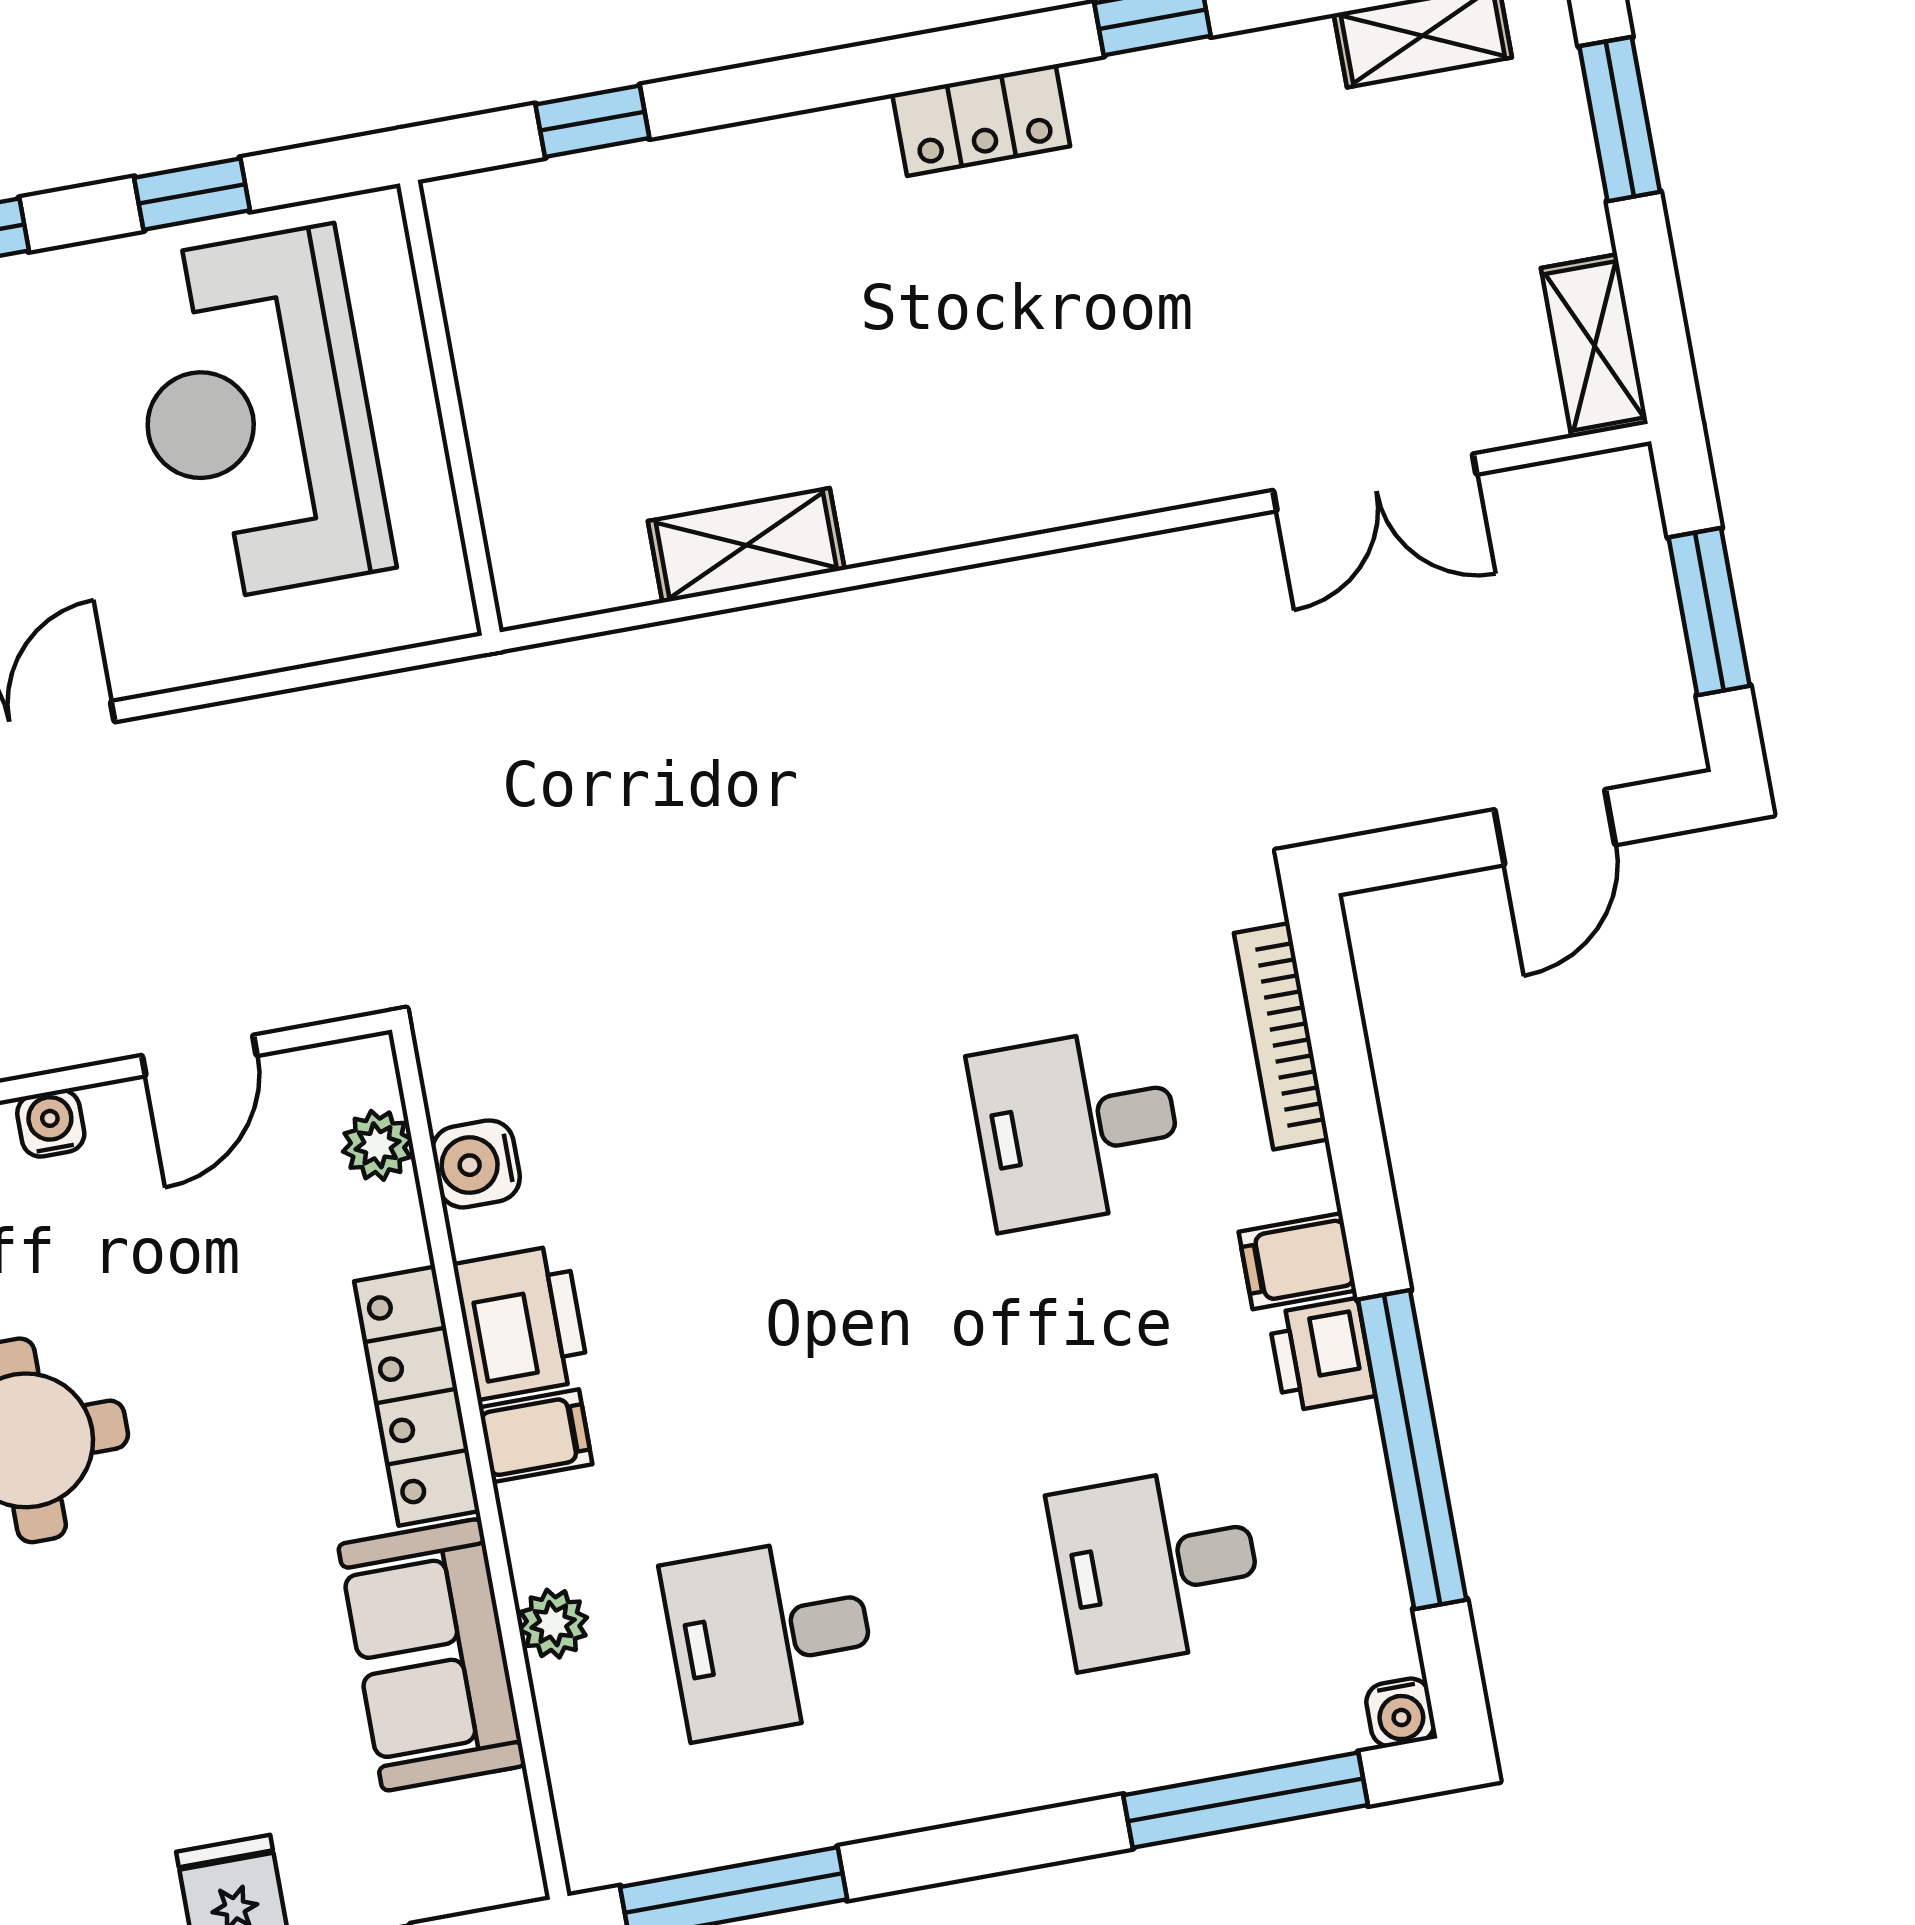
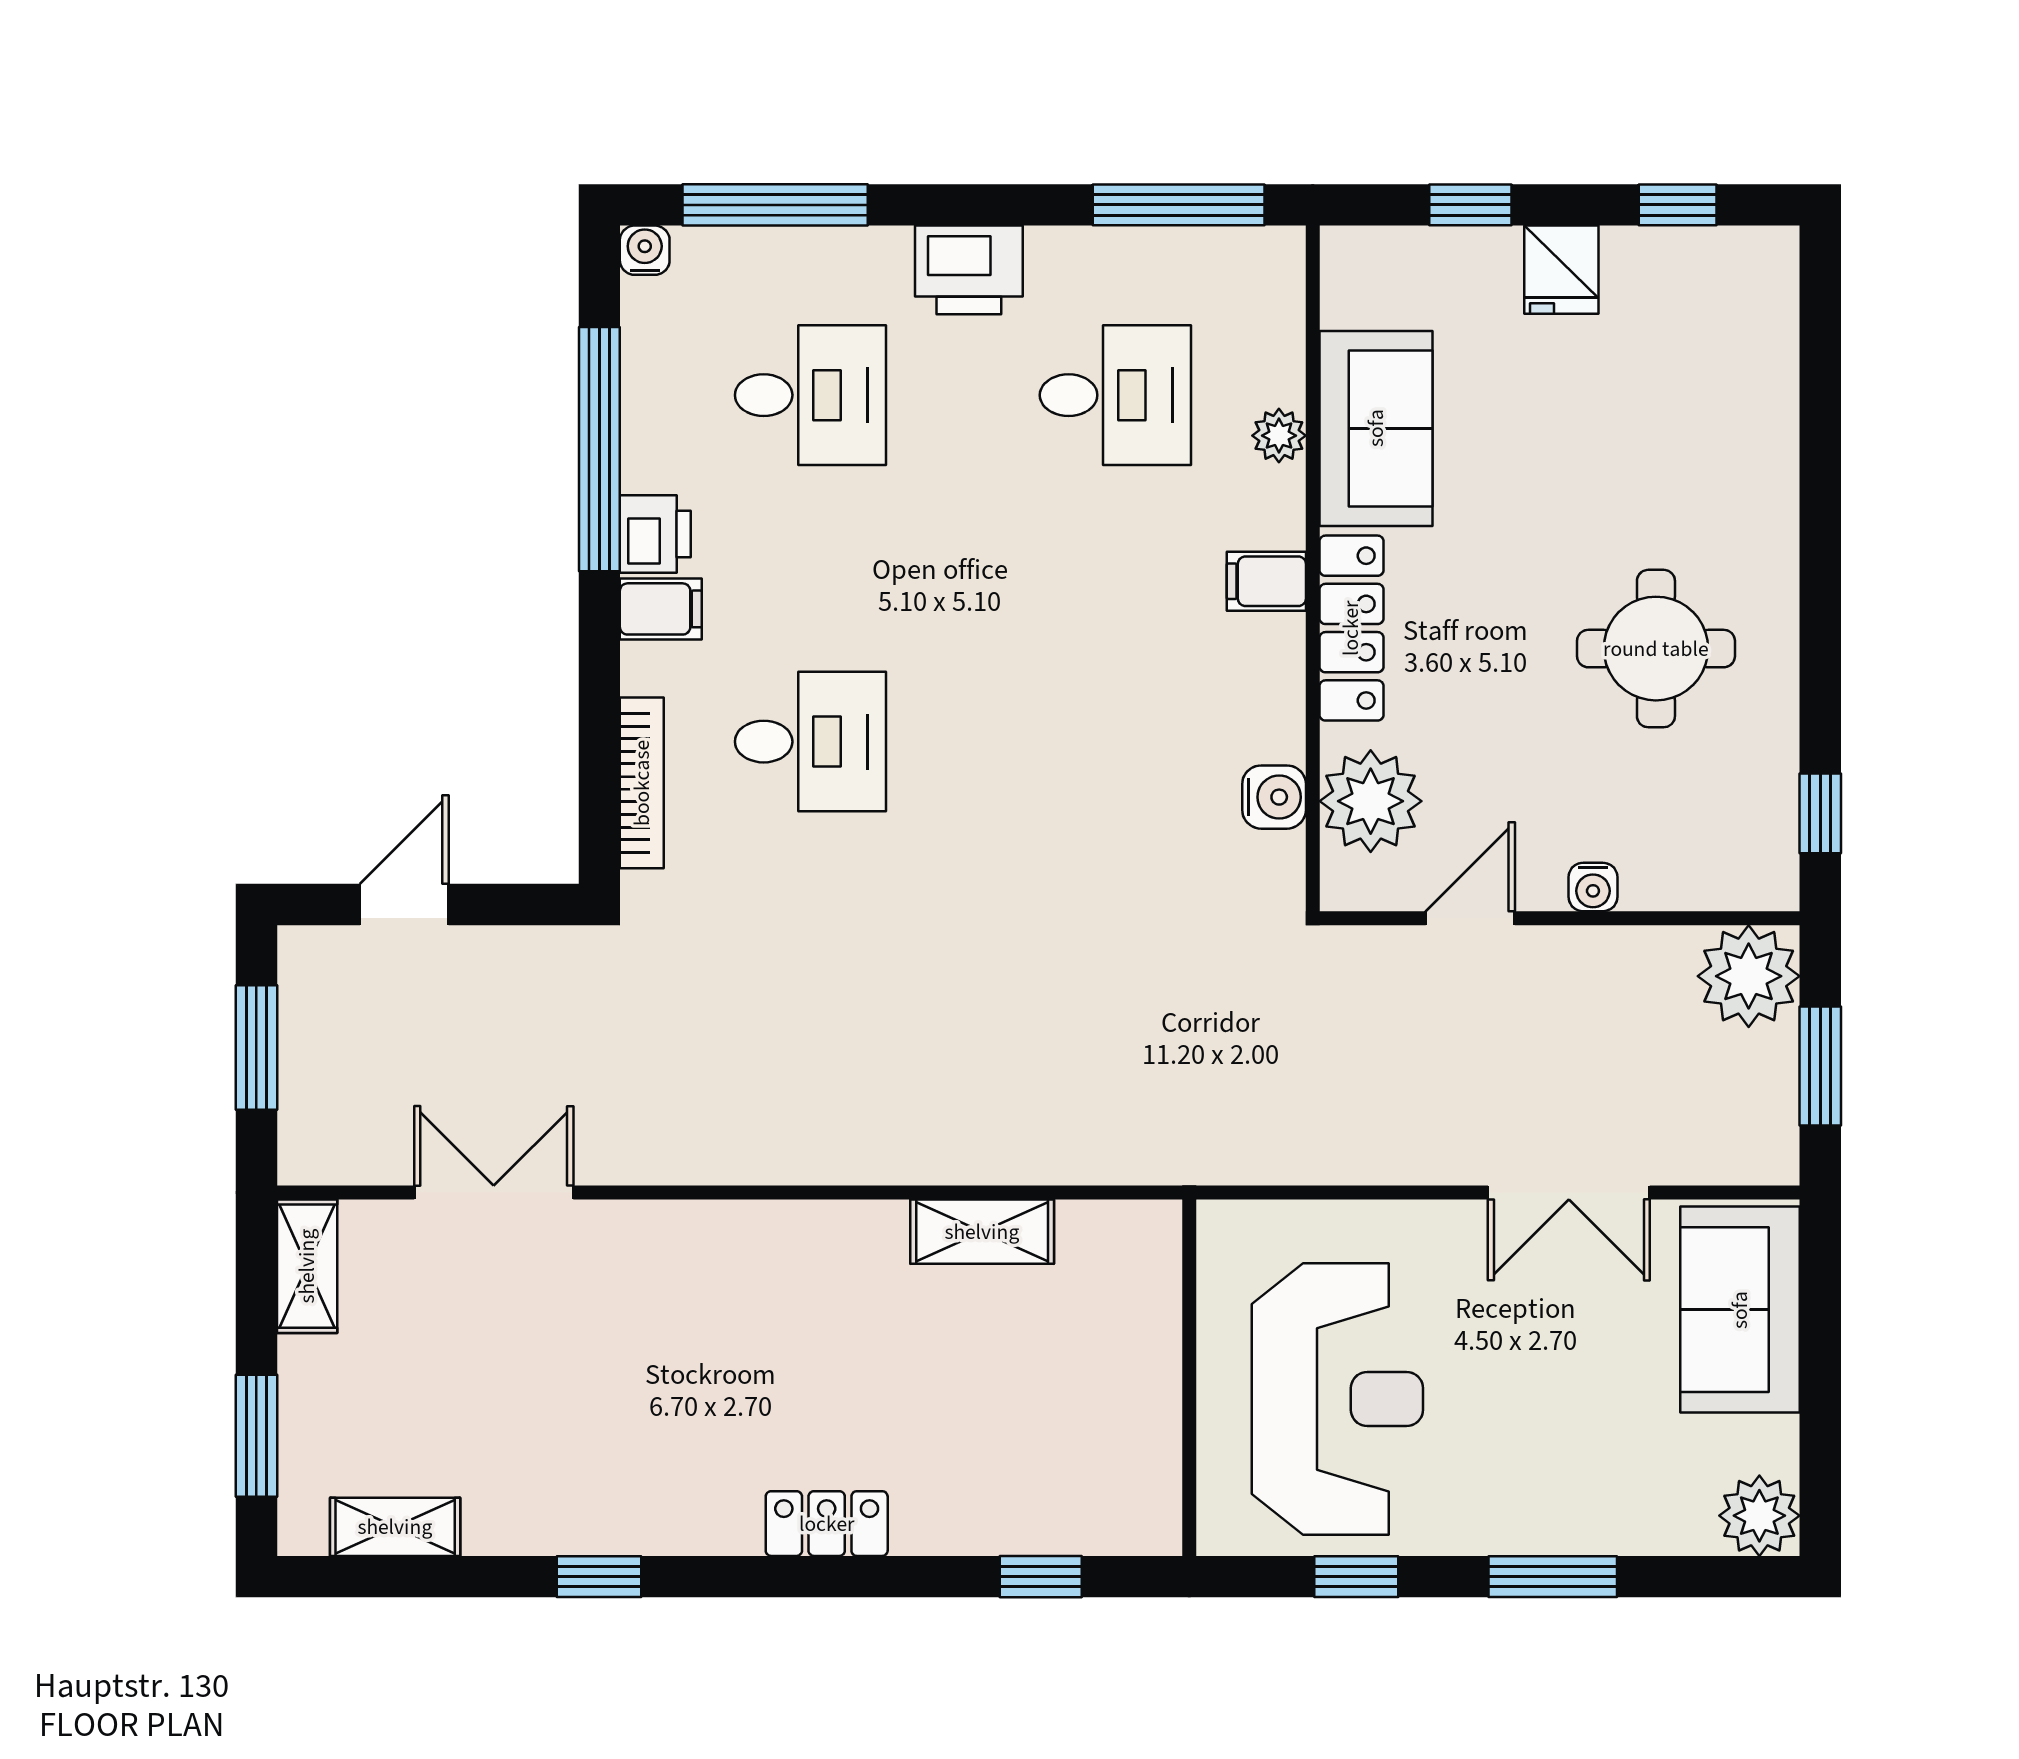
locker: (981, 120) -> (827, 1524), moved
plant: (377, 1145) -> (1371, 801), width x1.88, depth x1.88
printer: (521, 1322) -> (969, 270), moved, turned -90

